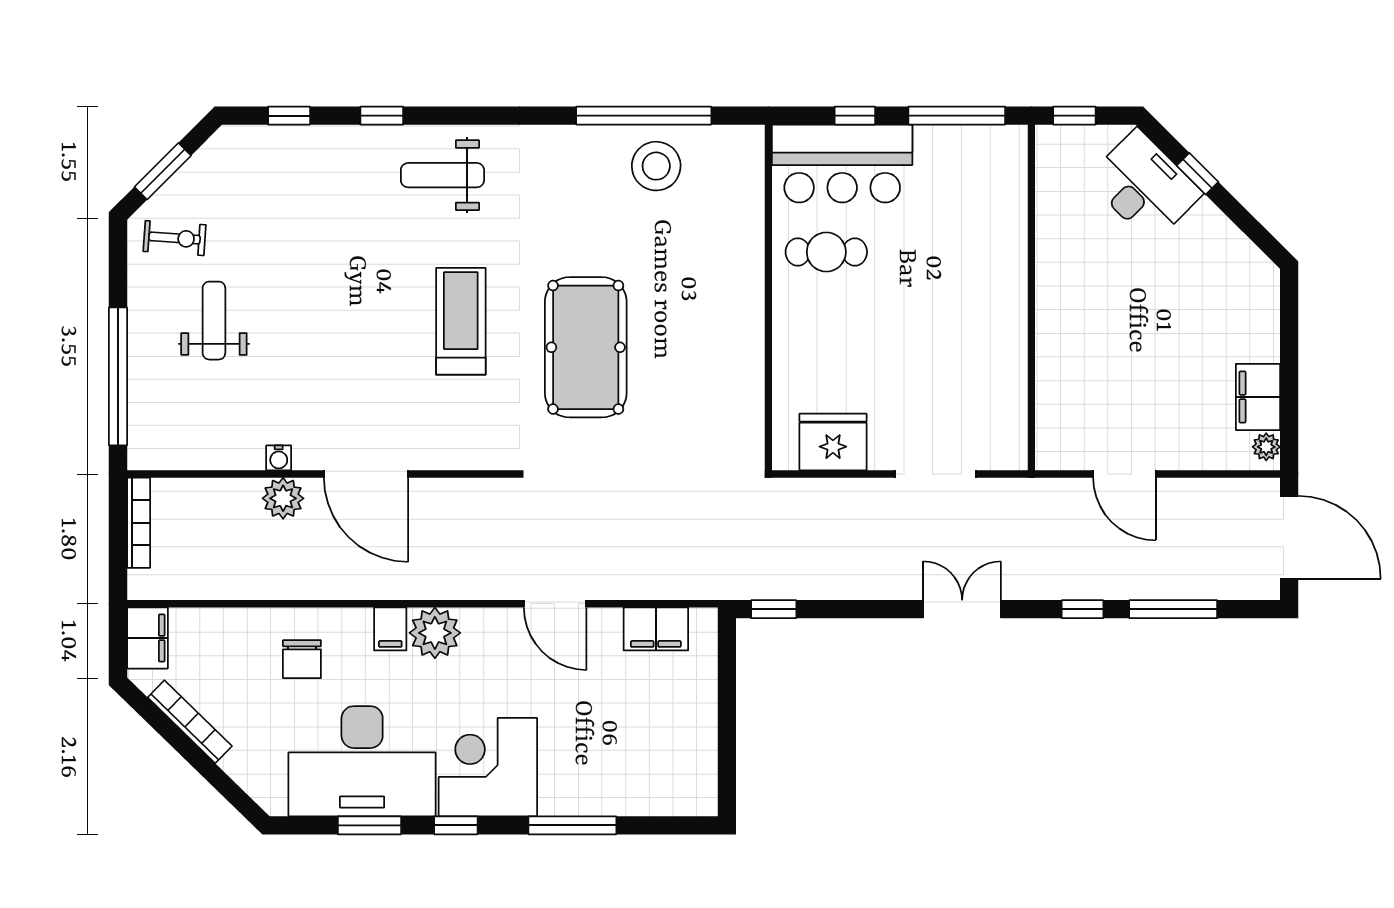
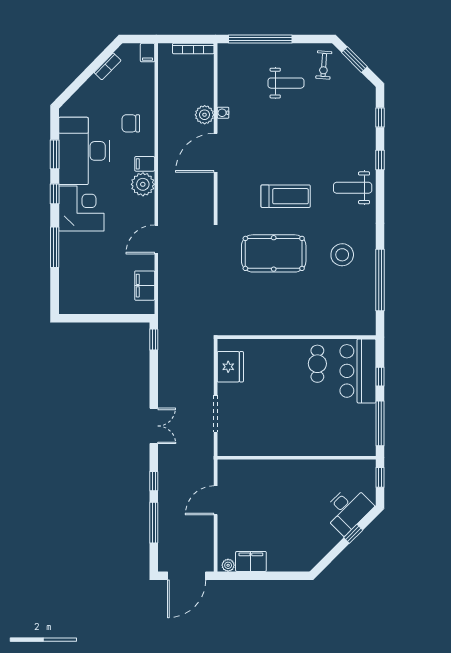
stool: (656, 166) -> (342, 255), moved
weight bench: (442, 175) -> (353, 188), turned -90
filing cabinet: (147, 638) -> (148, 53), width x0.50
bookcase: (190, 722) -> (108, 66), width x0.64

